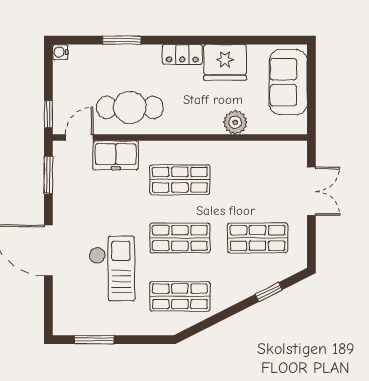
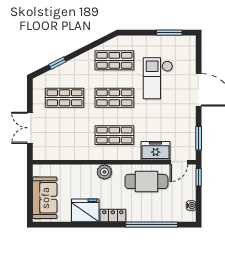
window: (122, 40) -> (152, 225), width x2.11
water cooler: (60, 52) -> (191, 206), moved
plant: (235, 122) -> (104, 172), moved

